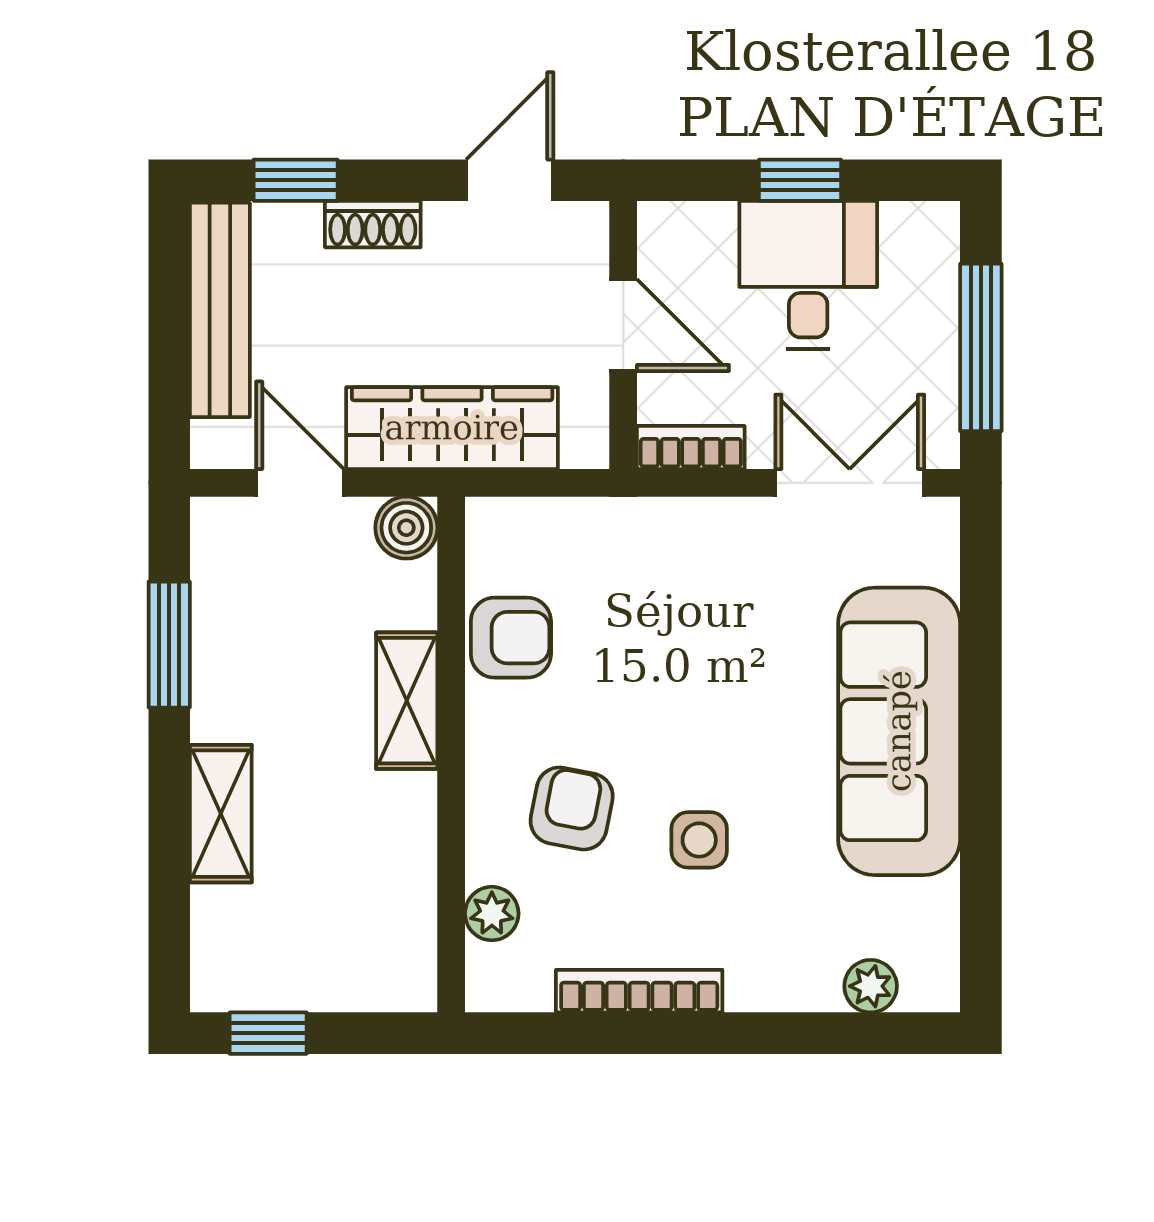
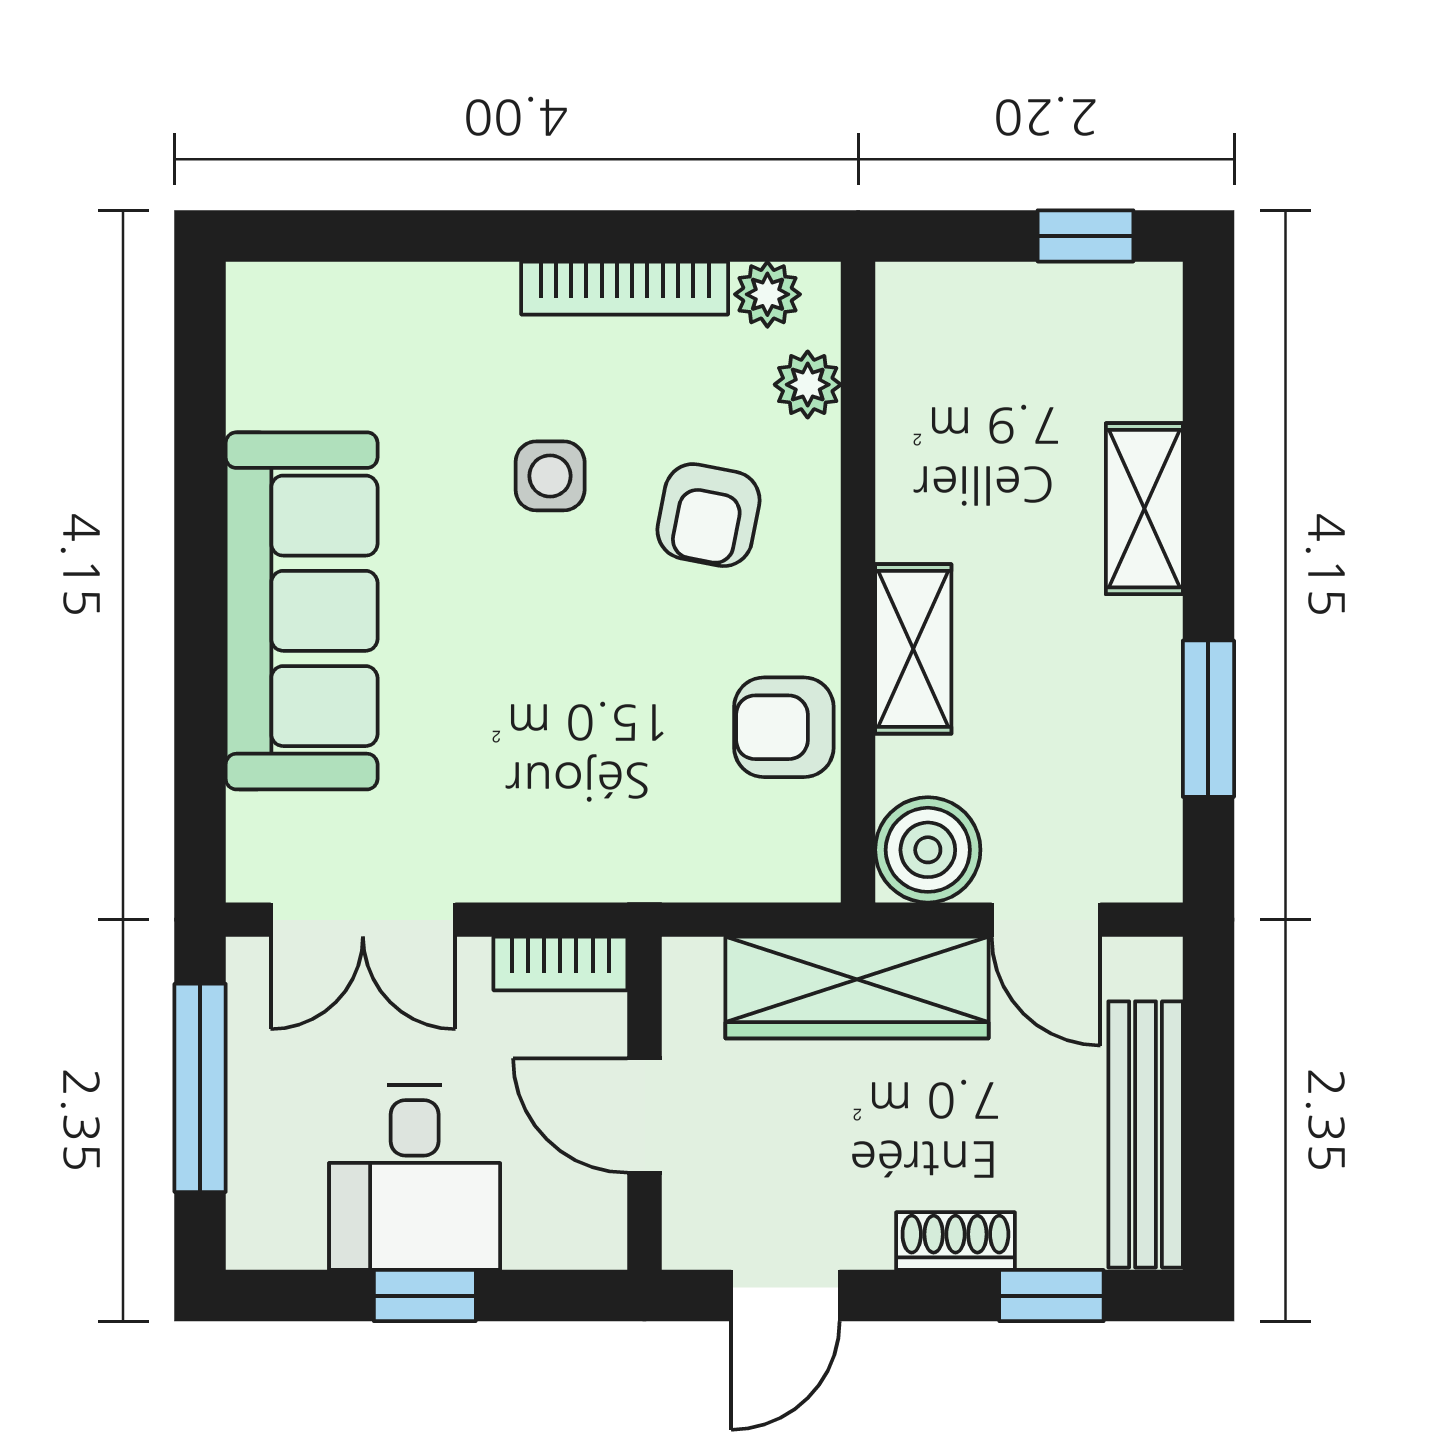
boiler: (406, 528) -> (928, 850), width x1.36, depth x1.36
plant: (871, 986) -> (767, 294), moved

